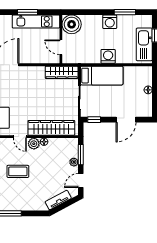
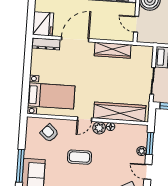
wardrobe: (62, 72) -> (113, 50), moved
door: (20, 137) -> (84, 119), hinge flipped
door: (81, 180) -> (148, 172), hinge flipped

